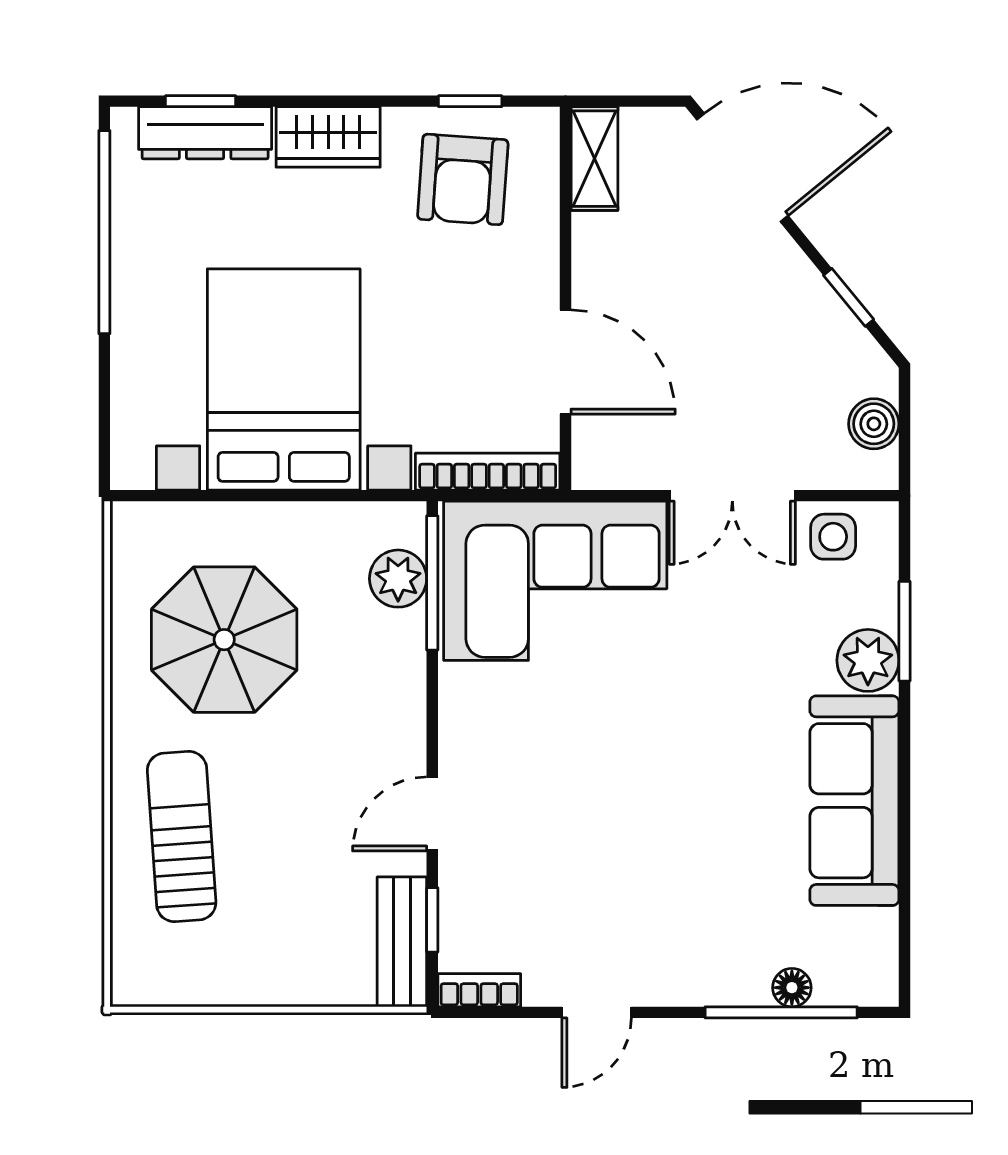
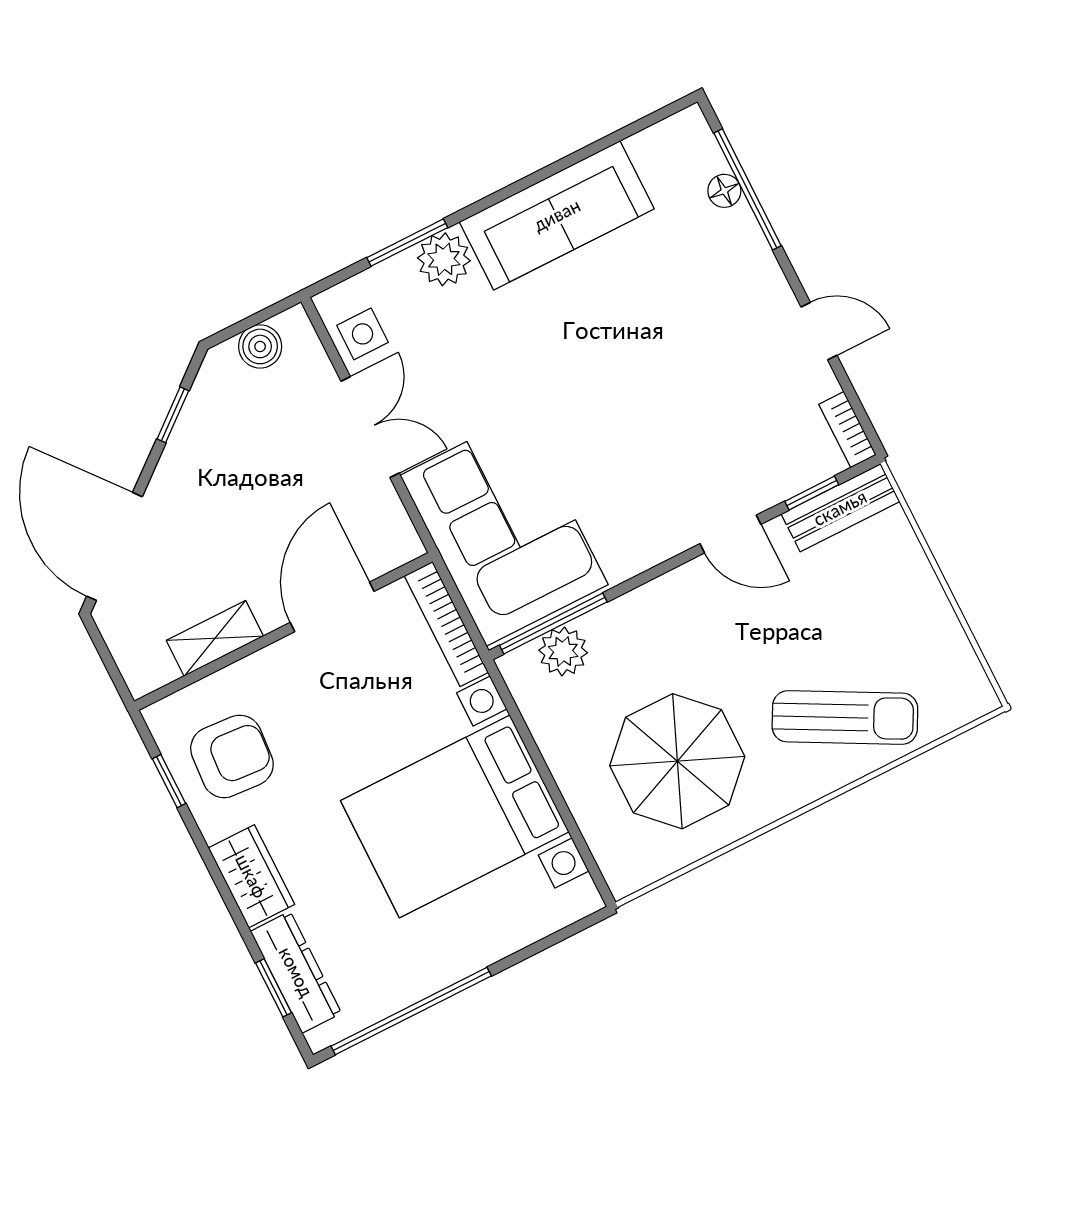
shelving: (594, 159) -> (215, 638), moved
sun lounger: (182, 837) -> (845, 718), turned -148

